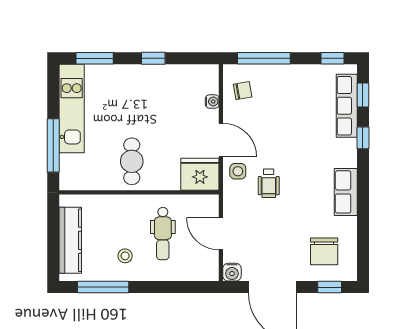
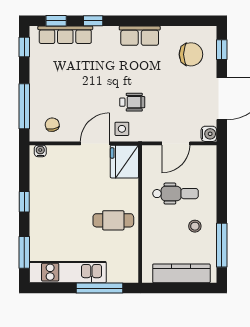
water cooler: (212, 101) -> (40, 151), moved

